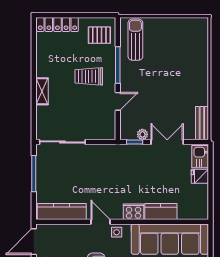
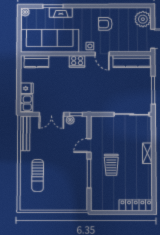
pallet: (99, 35) -> (103, 197), removed
sun lounger: (135, 40) -> (38, 175), moved
trolley: (89, 76) -> (111, 165), turned 90
bench: (202, 123) -> (25, 133), width x1.36
kitchen counter: (161, 212) -> (36, 62), moved

